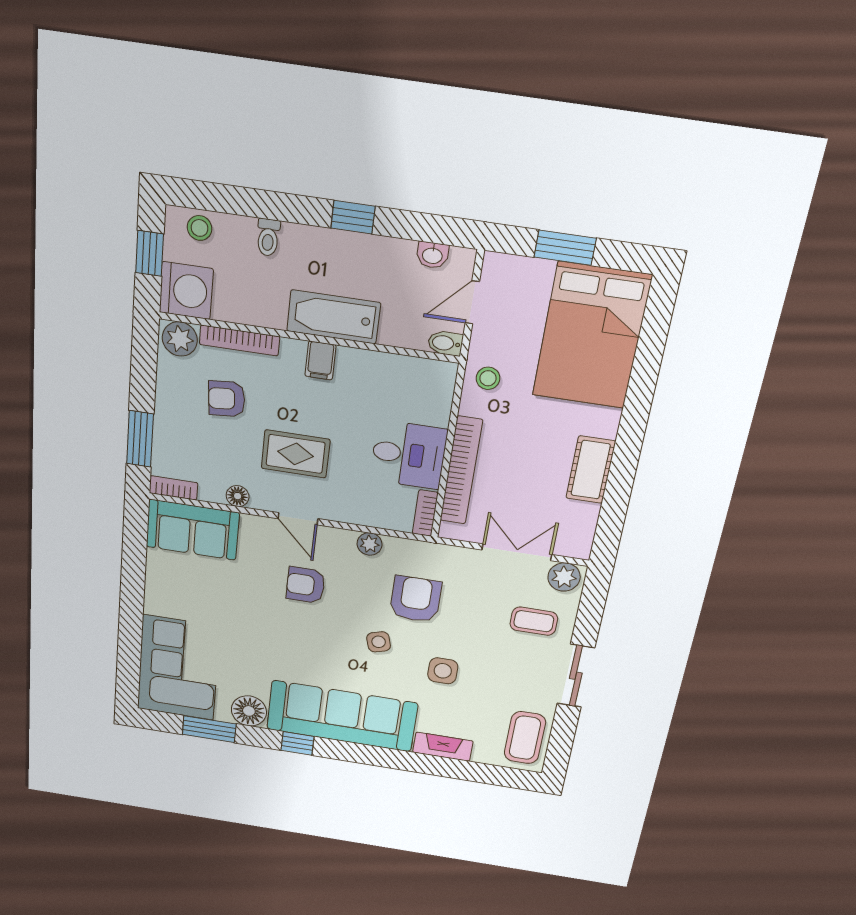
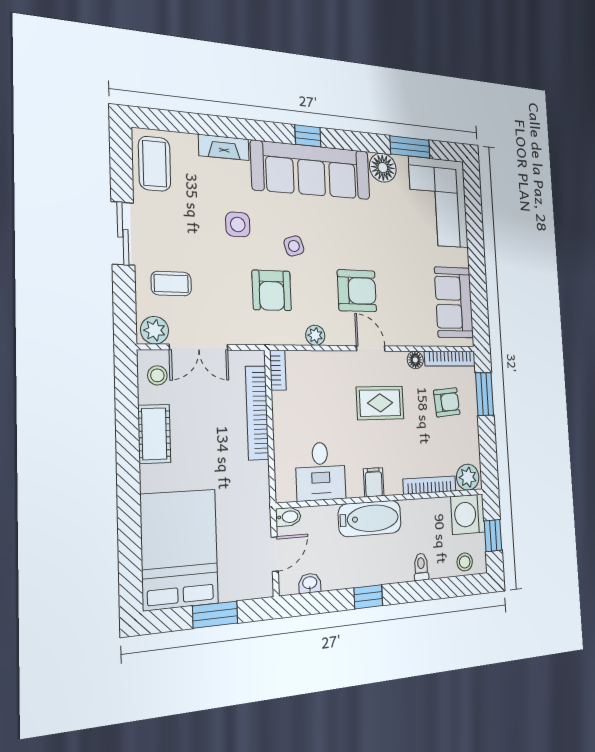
stool: (488, 378) -> (157, 375), moved
armchair: (227, 399) -> (447, 402), moved
desk: (409, 455) -> (321, 471), moved, turned -90
bookcase: (173, 488) -> (450, 359), width x1.56
sofa: (192, 530) -> (454, 302), moved, turned -90
armchair: (306, 585) -> (357, 291), width x1.38, depth x1.38
window: (297, 743) -> (308, 136), moved

